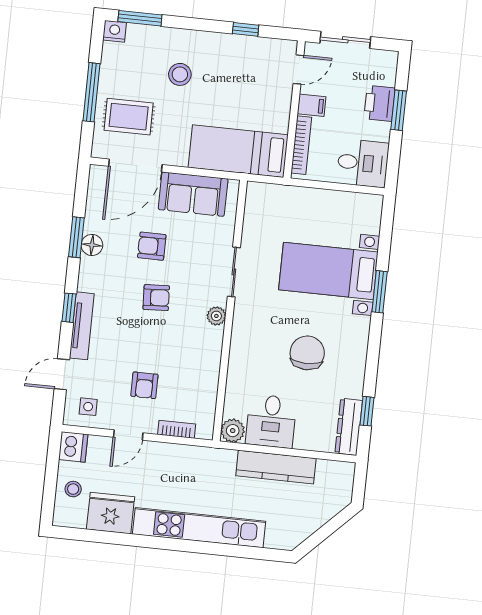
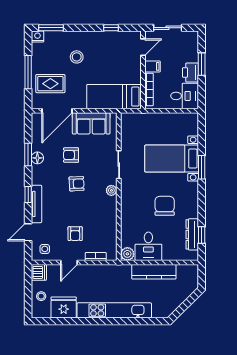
printer: (380, 103) -> (191, 72), moved
dresser: (349, 427) -> (192, 234), moved

